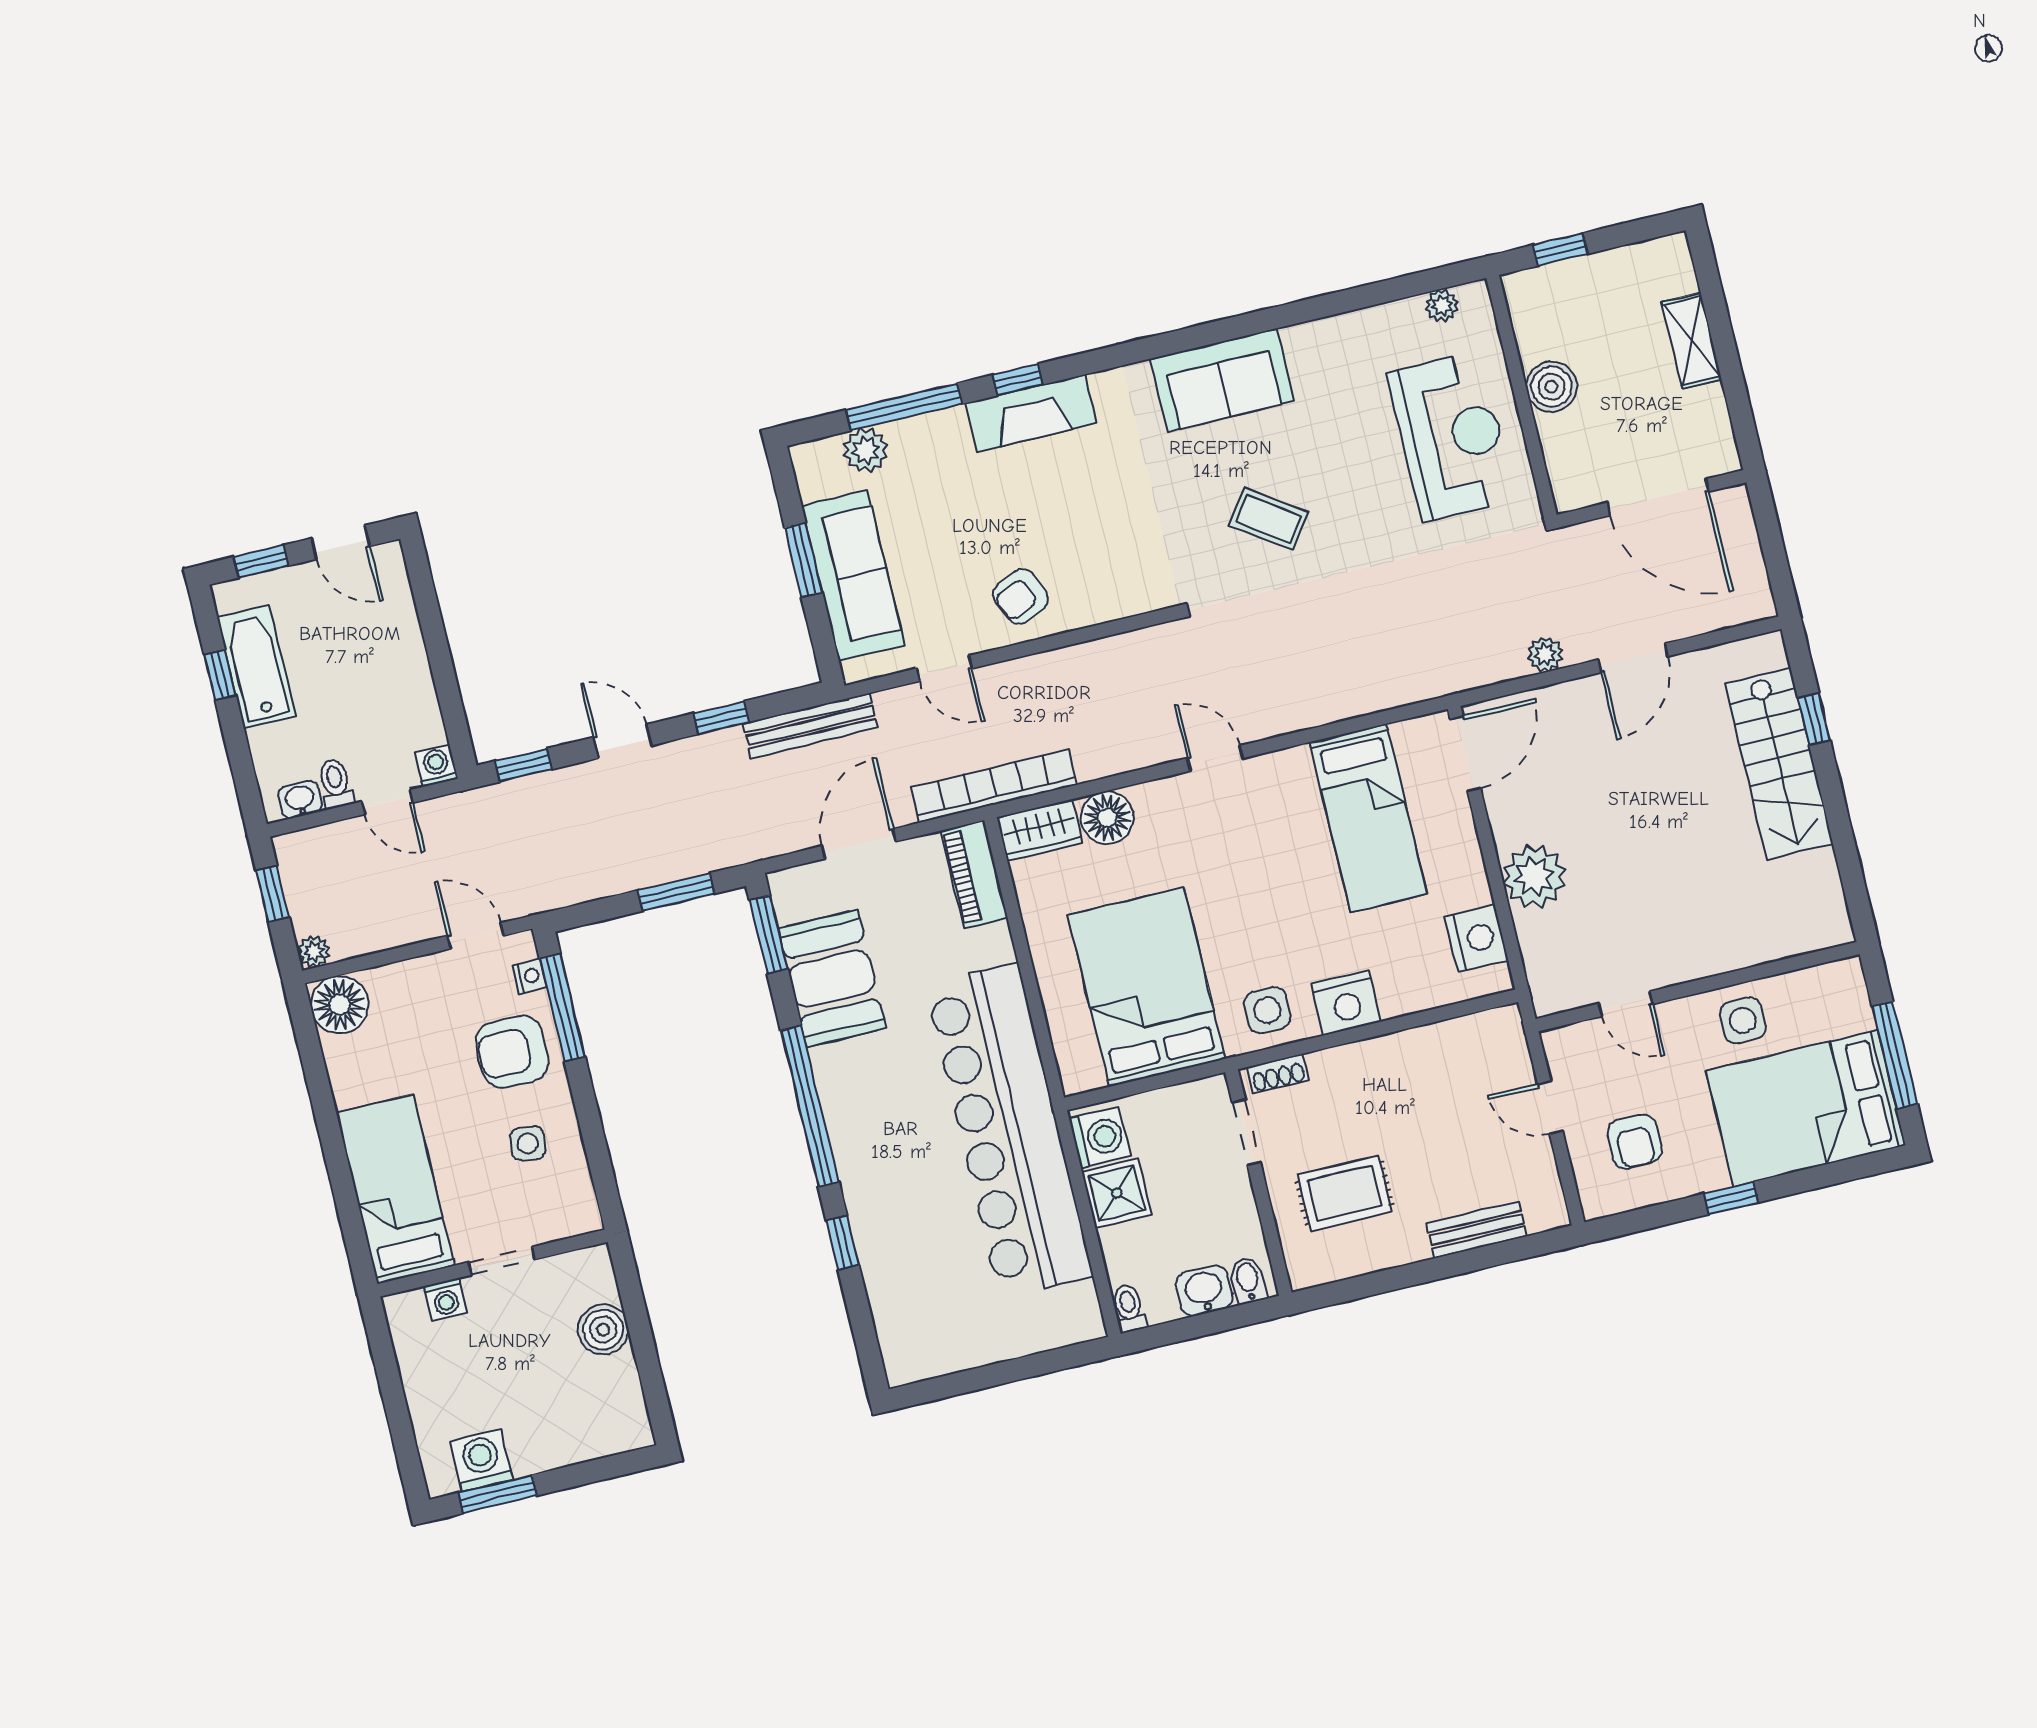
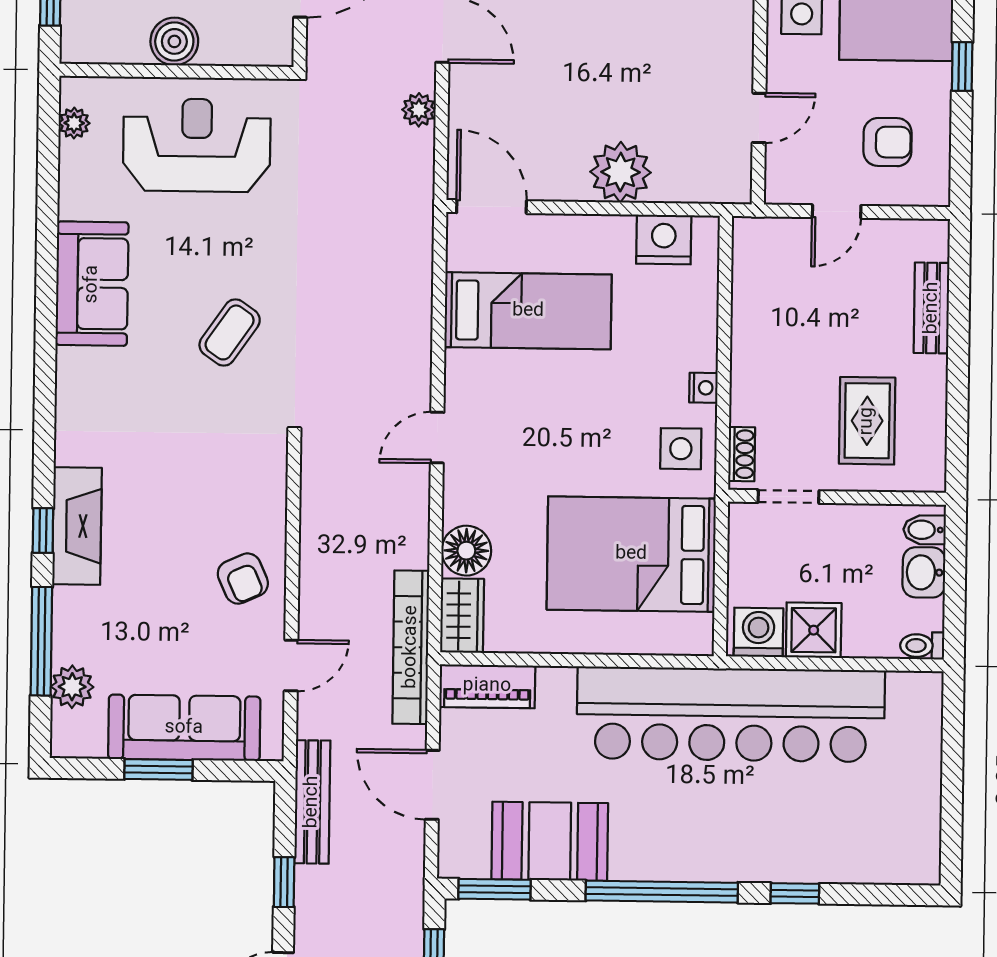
sofa: (1222, 380) -> (92, 284), moved
nightstand: (1346, 1003) -> (703, 388), width x0.53, depth x0.56

